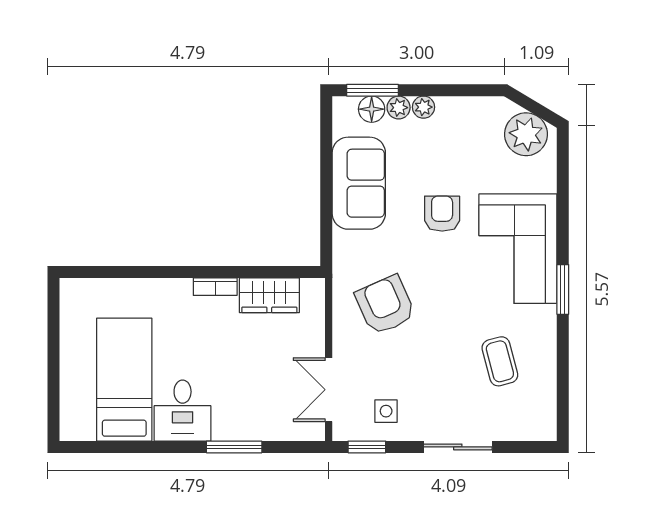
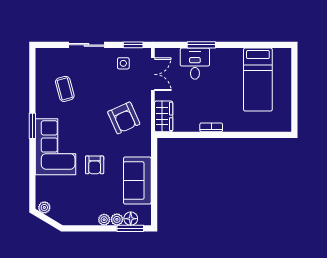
plant: (526, 134) -> (44, 207), width x0.53, depth x0.53
wardrobe: (269, 295) -> (164, 116), moved, turned 90
desk: (183, 411) -> (195, 64), moved

